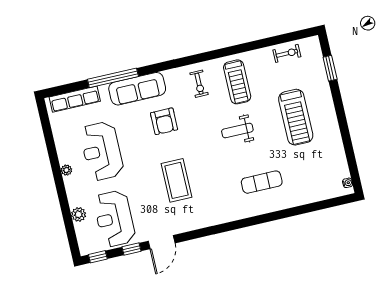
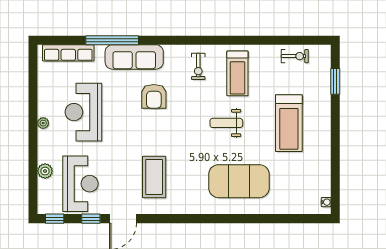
coffee table: (176, 180) -> (154, 177), moved
exercise mat: (262, 182) -> (239, 181), width x2.00, depth x1.45
reception desk: (114, 219) -> (81, 184), turned 180

